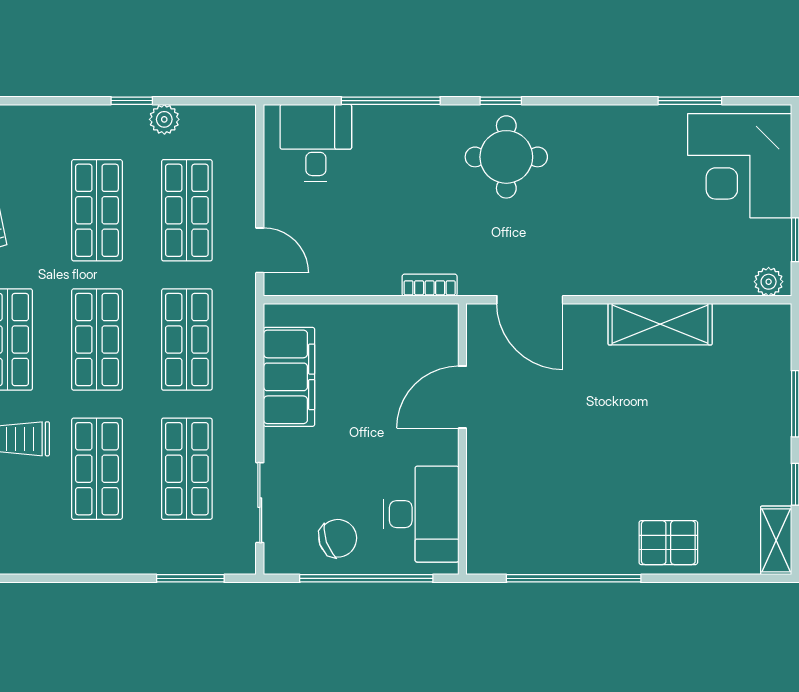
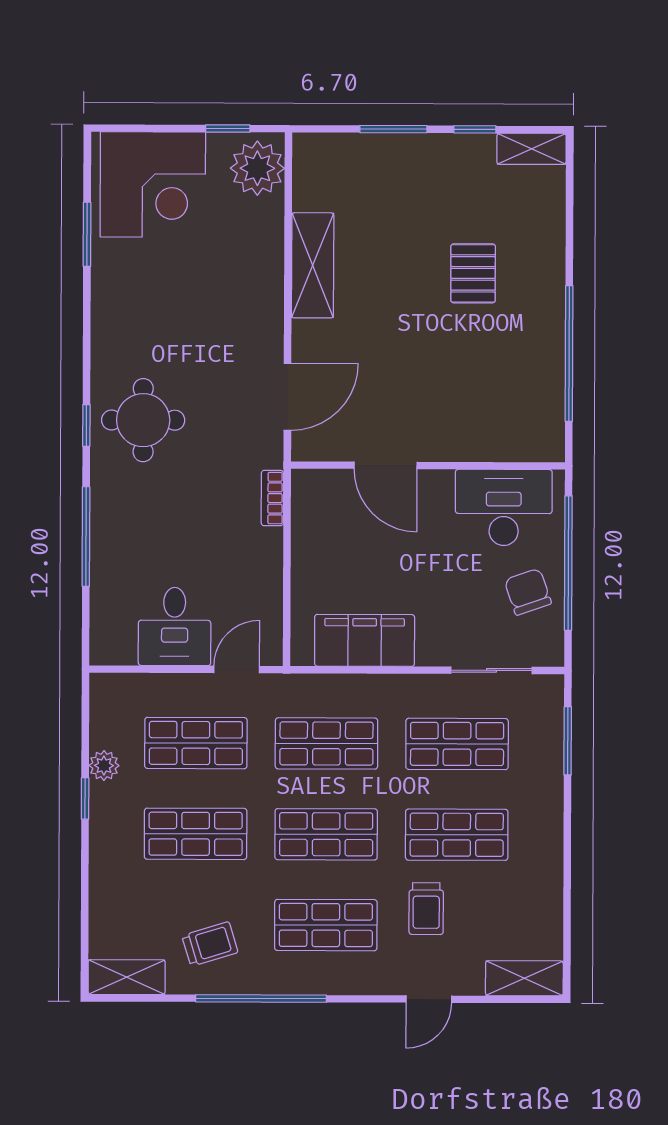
desk: (316, 143) -> (175, 627), moved, turned -90
plant: (769, 282) -> (257, 168), width x1.87, depth x1.87
pallet: (668, 543) -> (473, 273), moved

